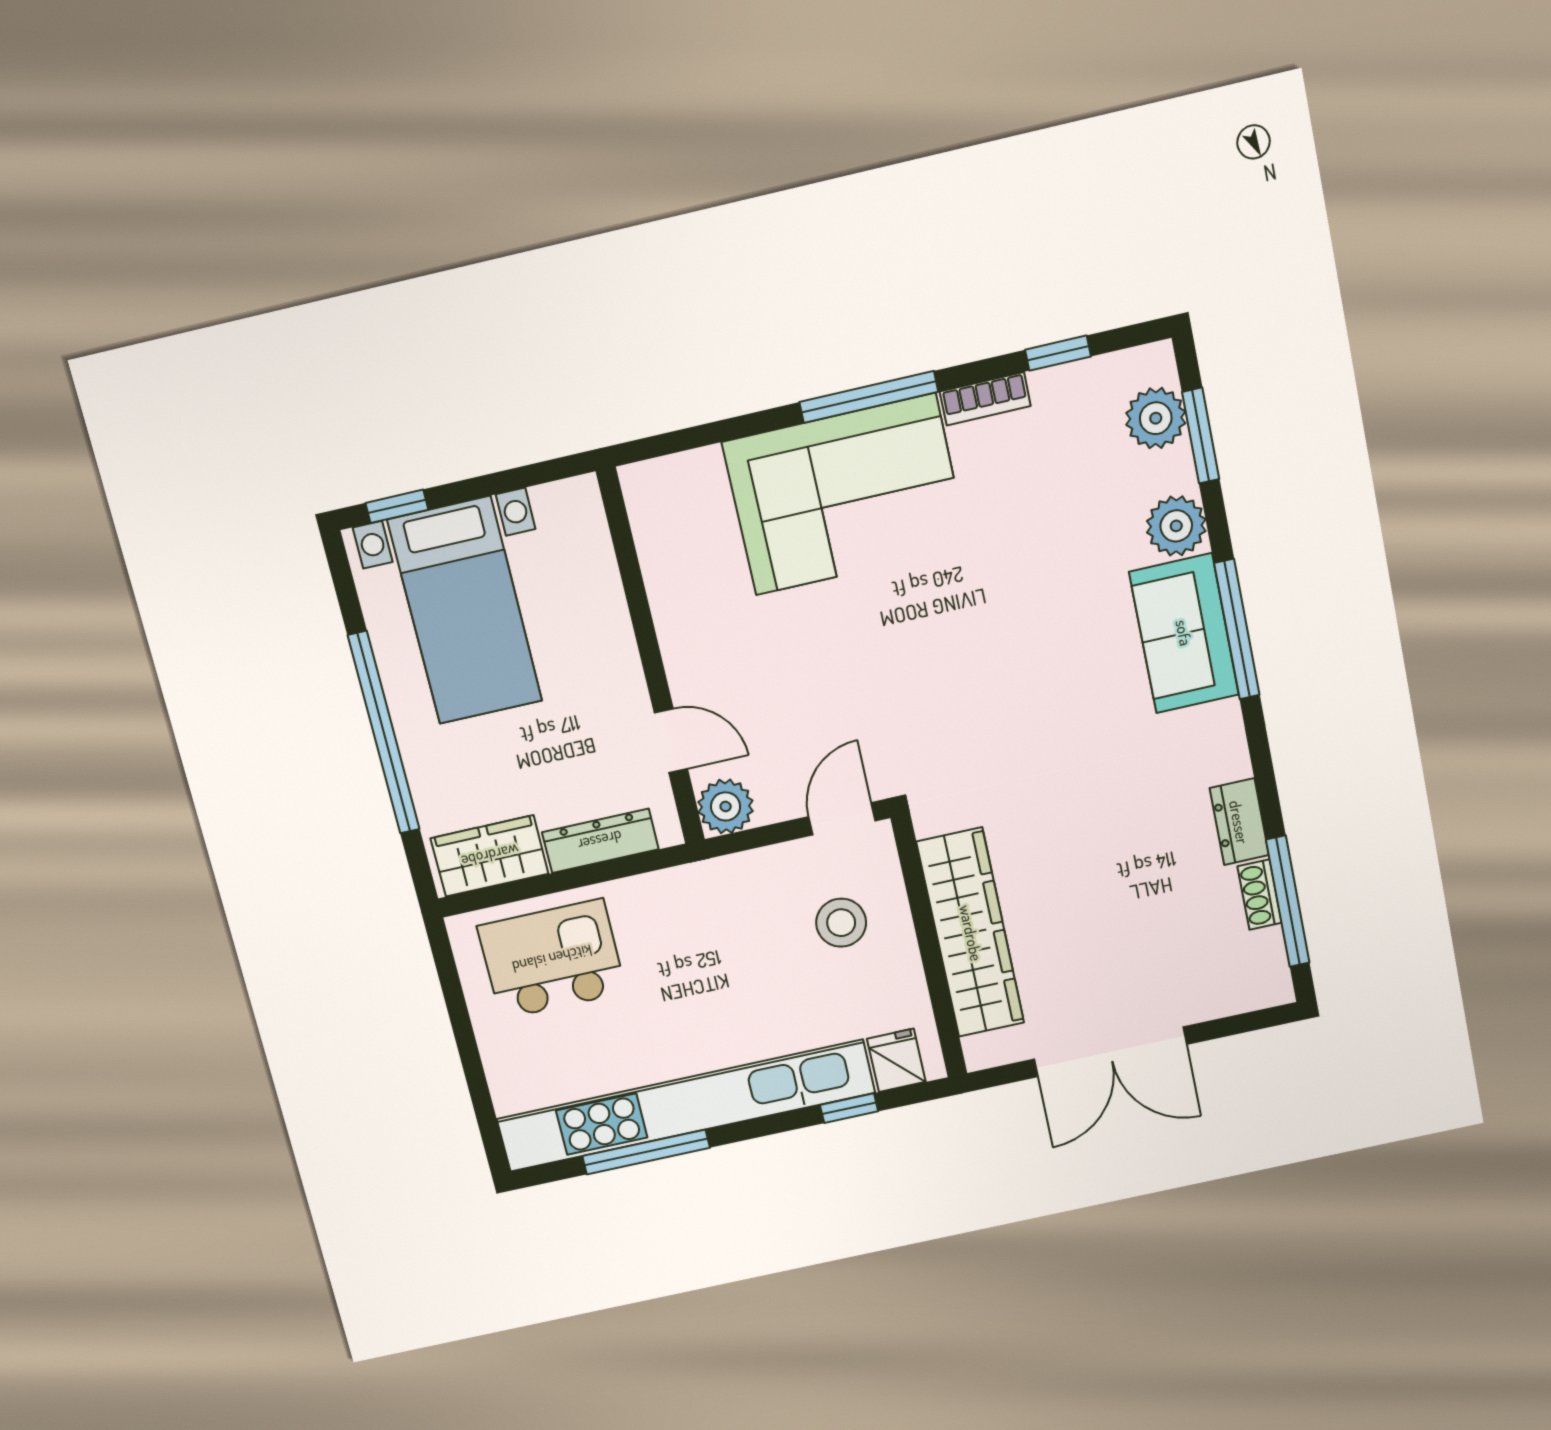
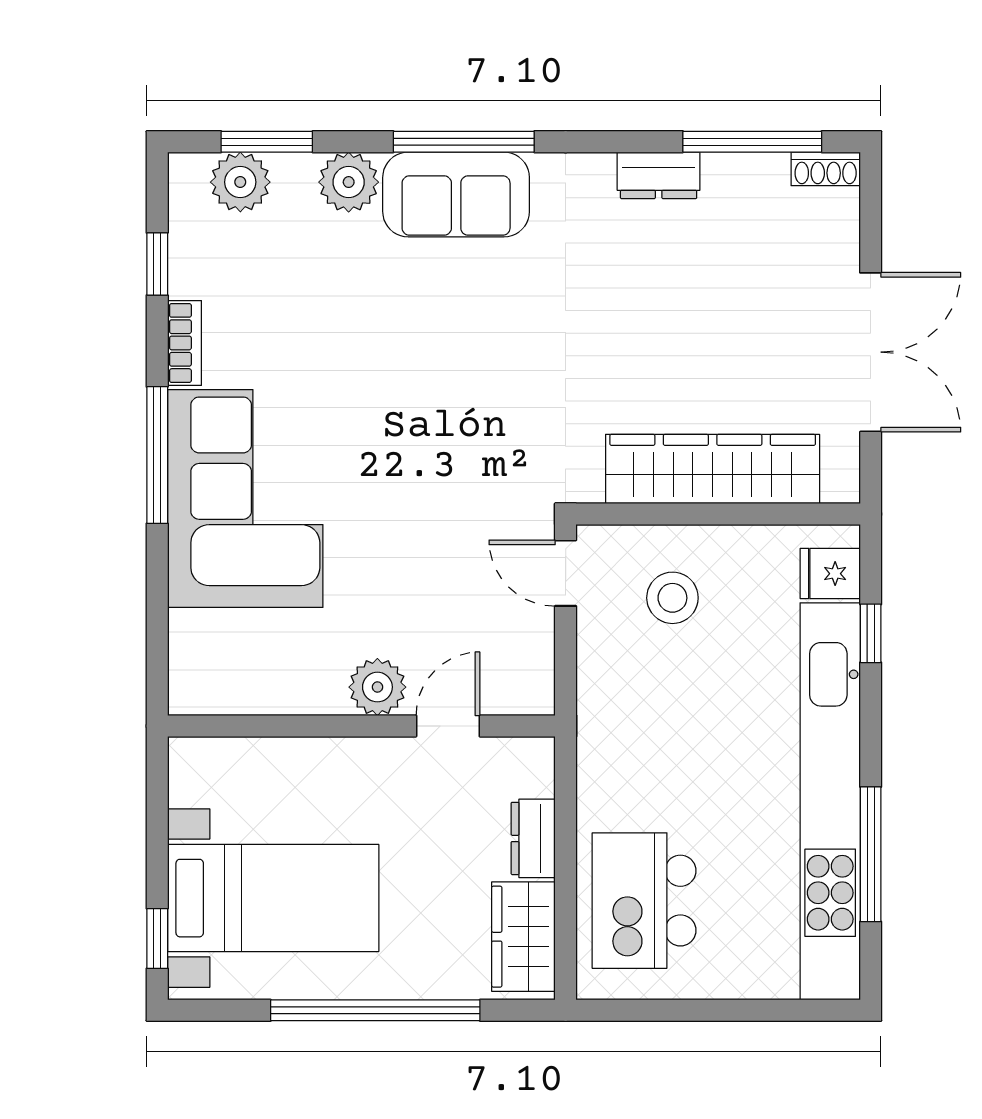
plant: (726, 806) -> (377, 687), moved
dresser: (600, 841) -> (533, 838), width x0.70
shoe rack: (1260, 895) -> (826, 169), moved

